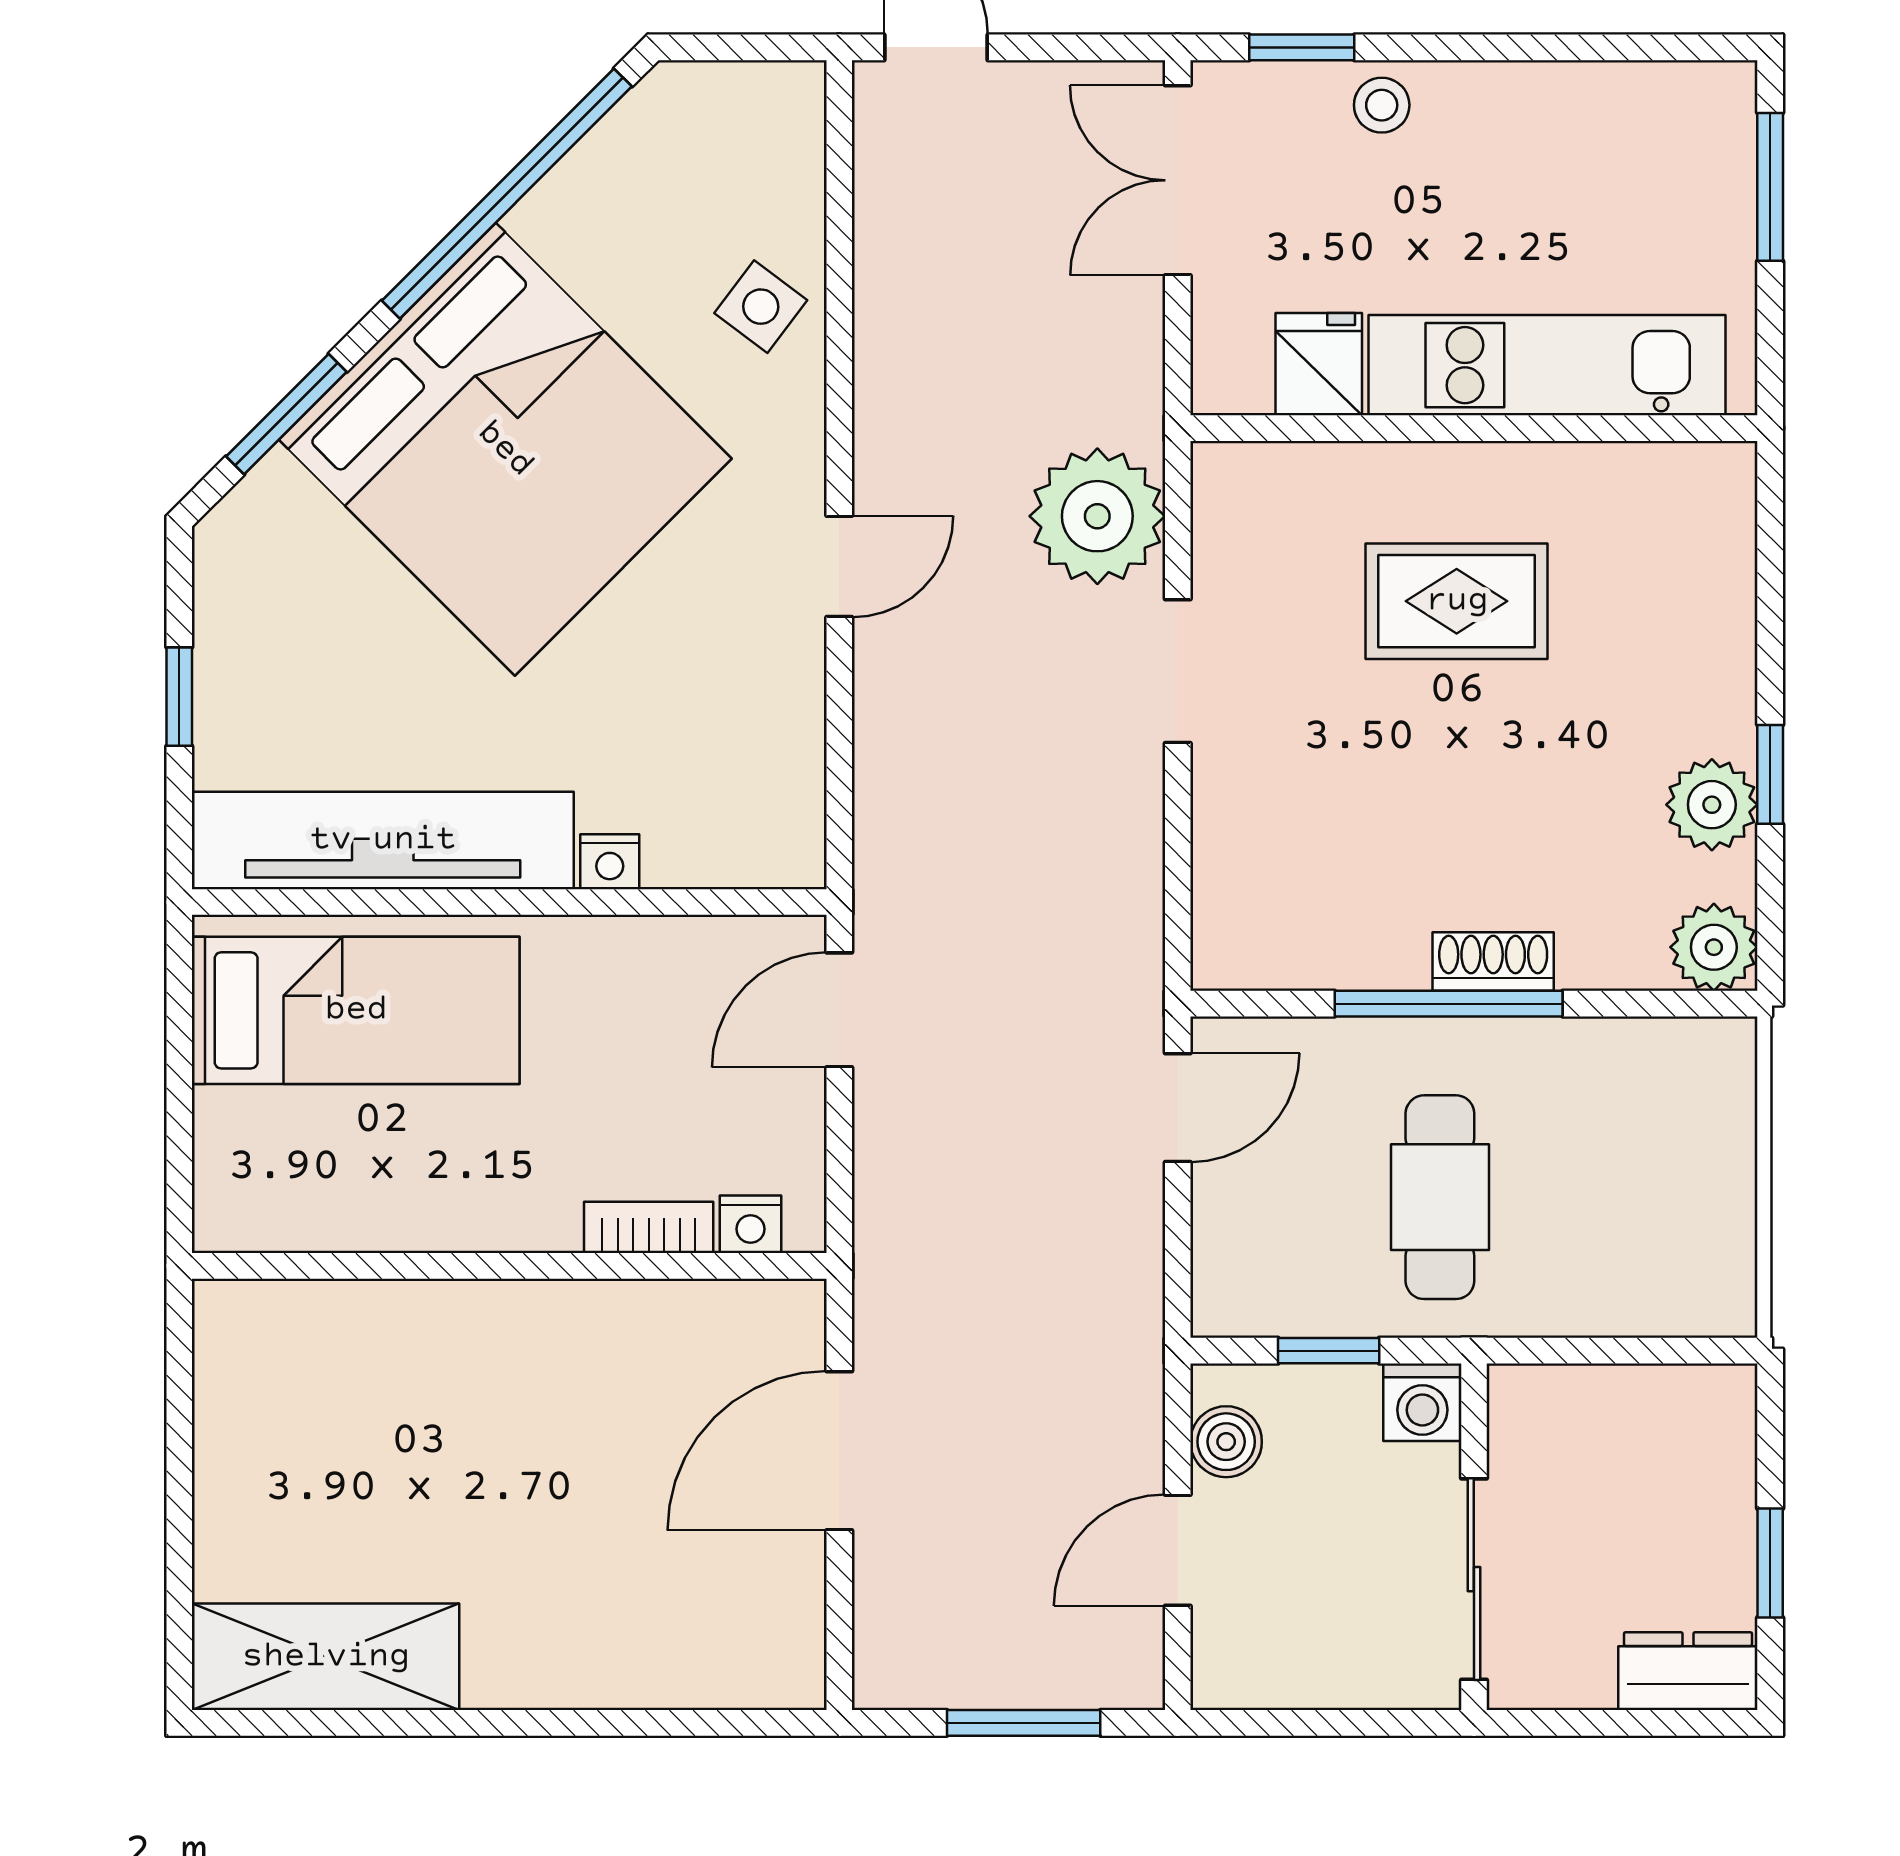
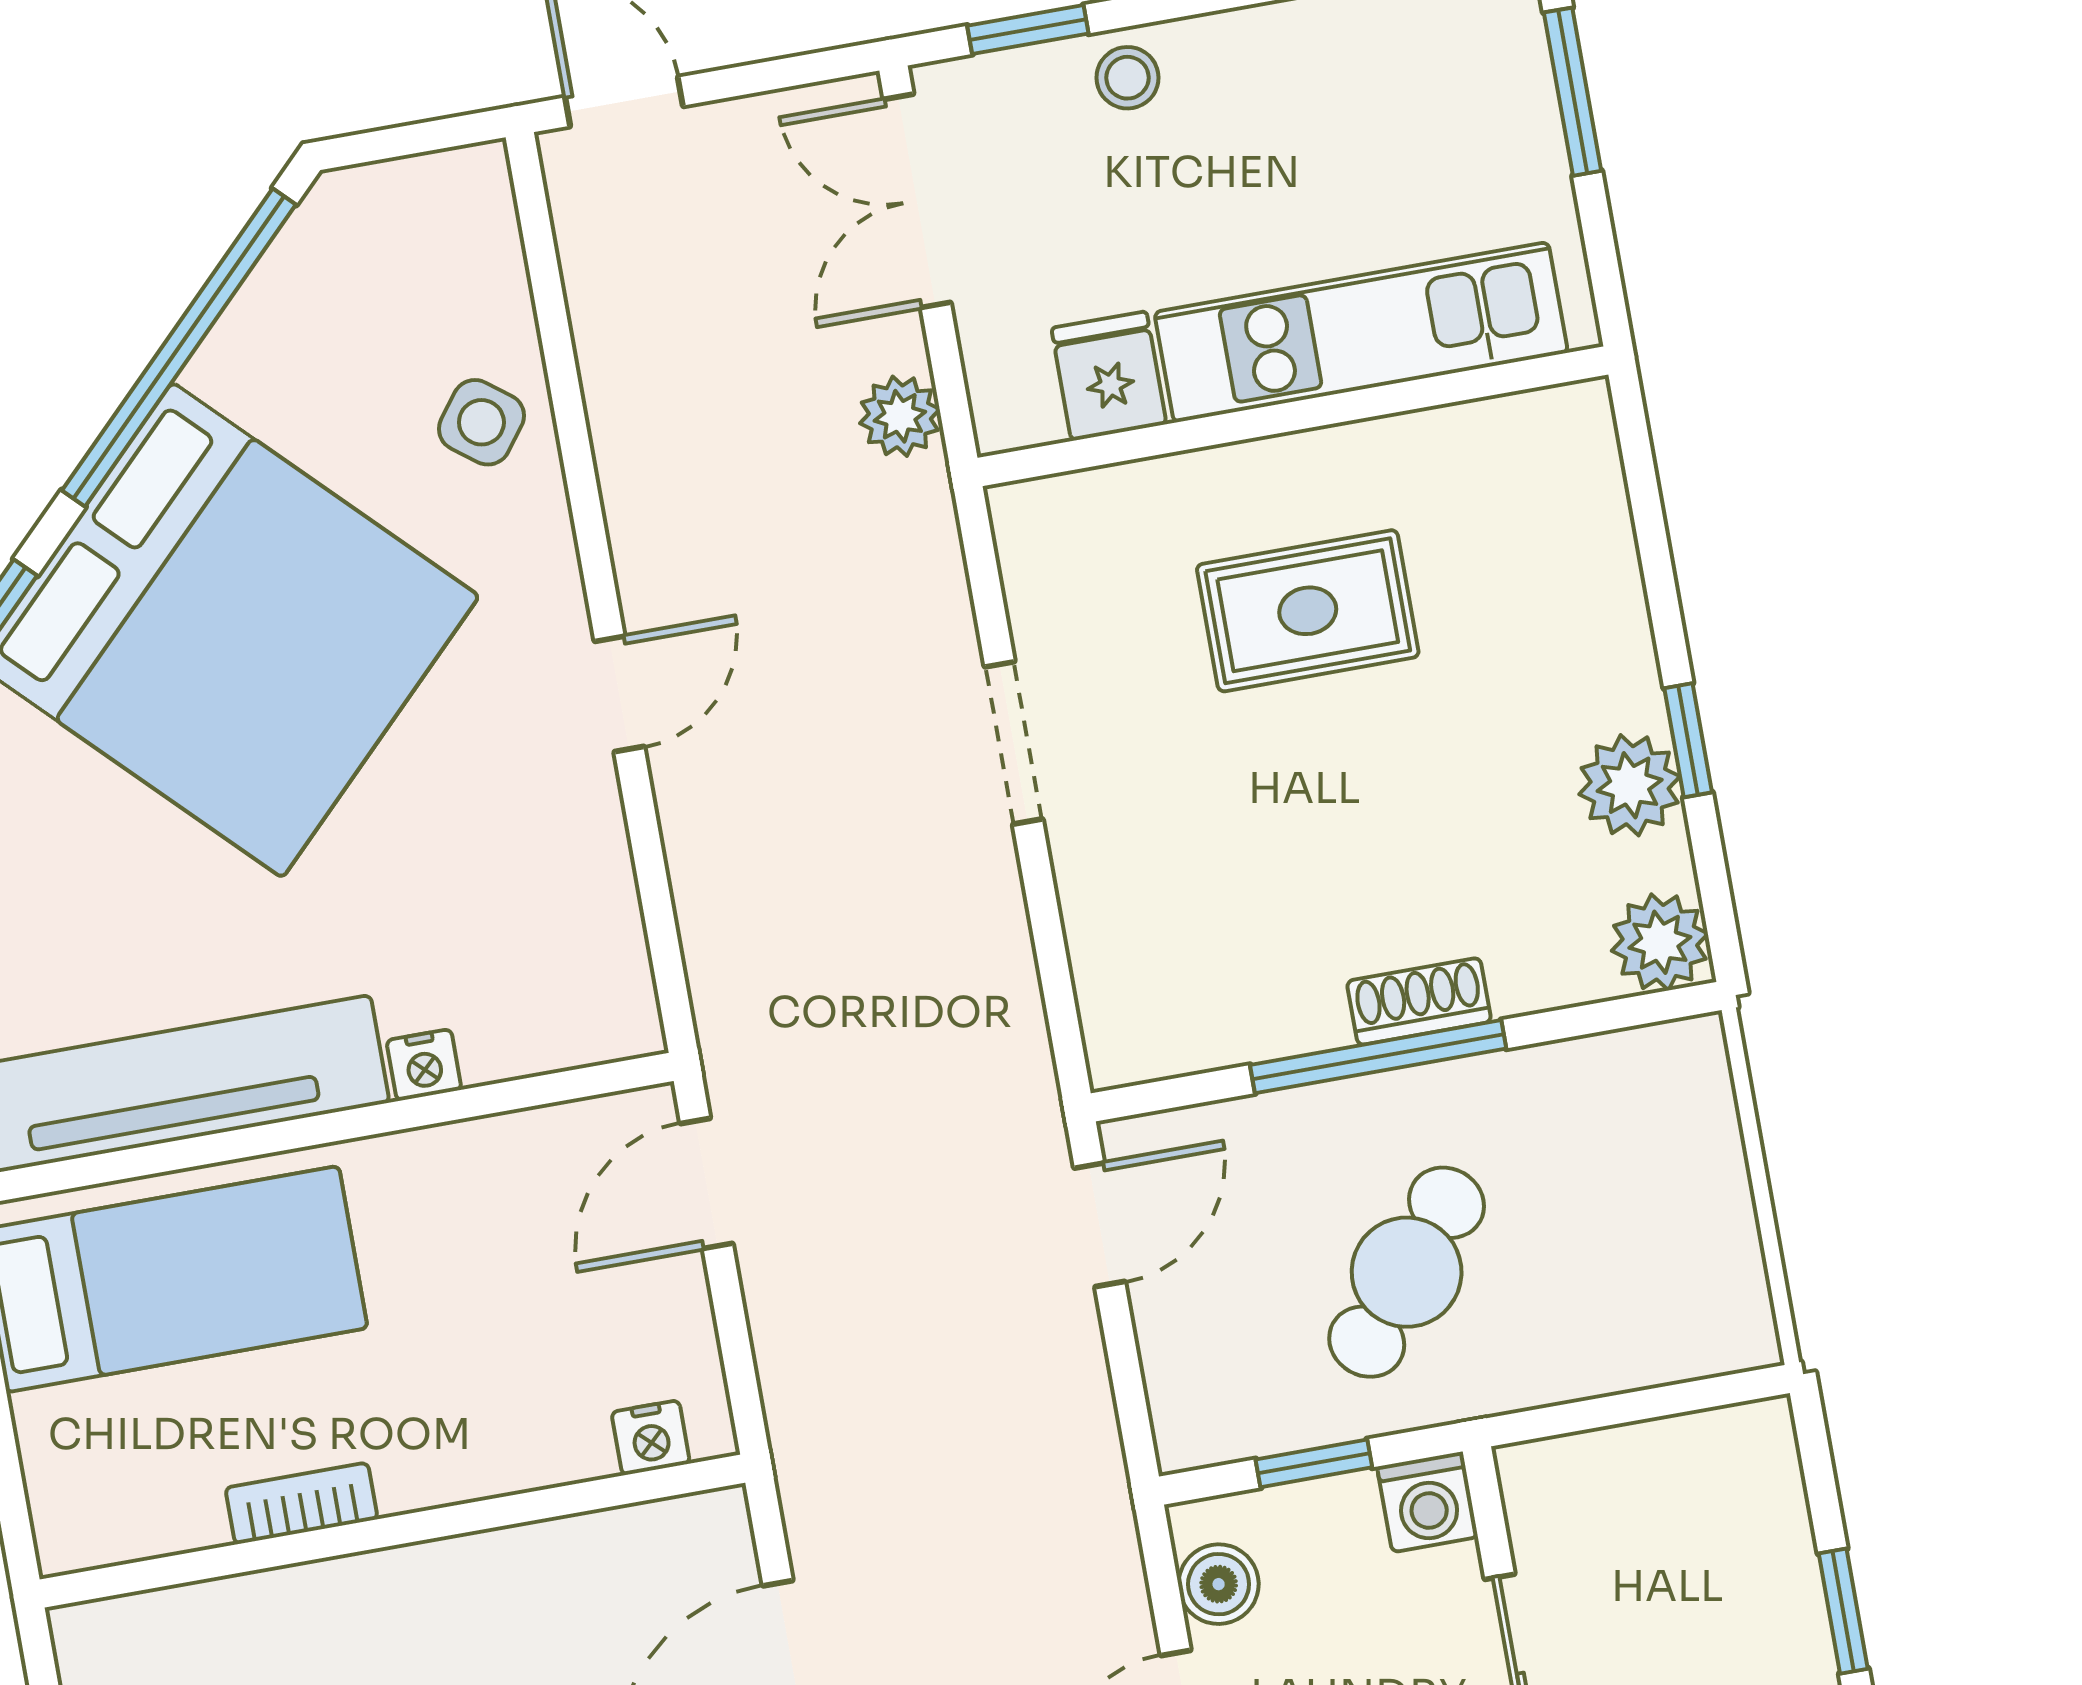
plant: (1097, 516) -> (900, 416), moved, width x0.53, depth x0.53
cafe table: (1440, 1197) -> (1407, 1272), turned 40
bookcase: (649, 1227) -> (301, 1503), moved

